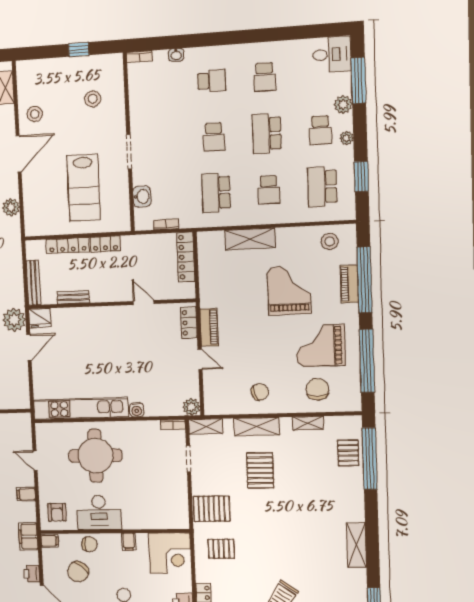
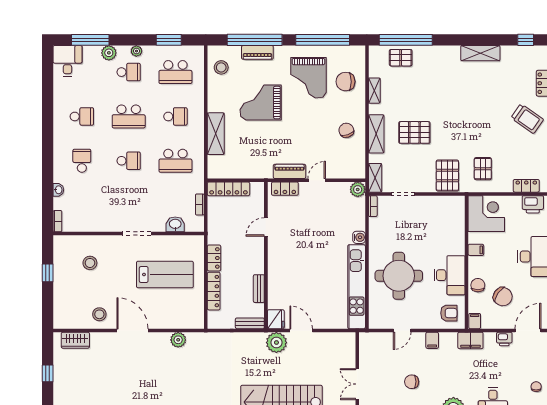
bench: (33, 283) -> (250, 323), width x0.73

